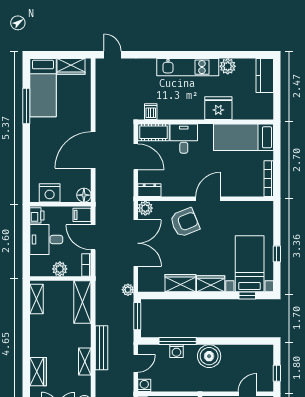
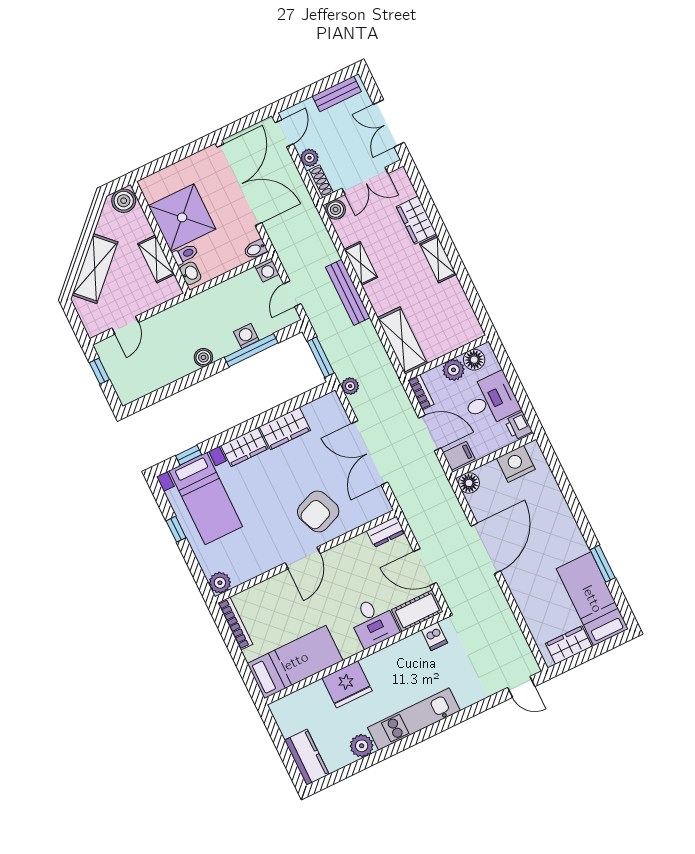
window: (26, 106) -> (603, 564), width x0.69
plant: (145, 208) -> (220, 583), moved
floor lamp: (44, 269) -> (474, 360), added
shelving: (36, 299) -> (438, 259), moved
boiler: (209, 356) -> (203, 357), width x0.54, depth x0.54

